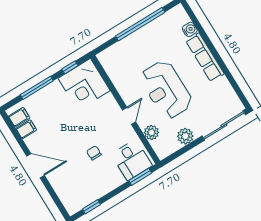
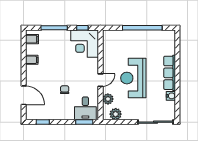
water cooler: (190, 29) -> (171, 96), moved
filing cabinet: (26, 129) -> (32, 60), moved
plant: (185, 136) -> (116, 114), moved
door: (35, 166) -> (24, 95), moved

